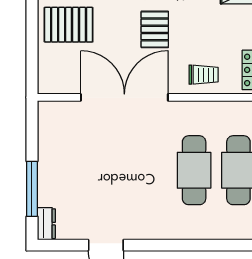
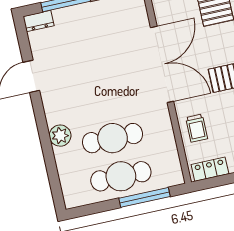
plant: (178, 228) -> (60, 136), added

